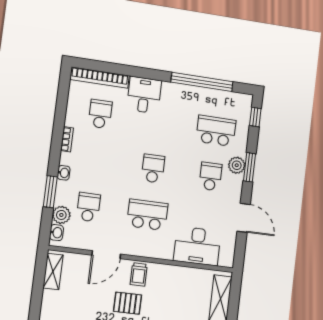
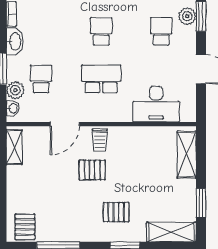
washbasin: (64, 173) -> (15, 41), width x1.91, depth x1.45

